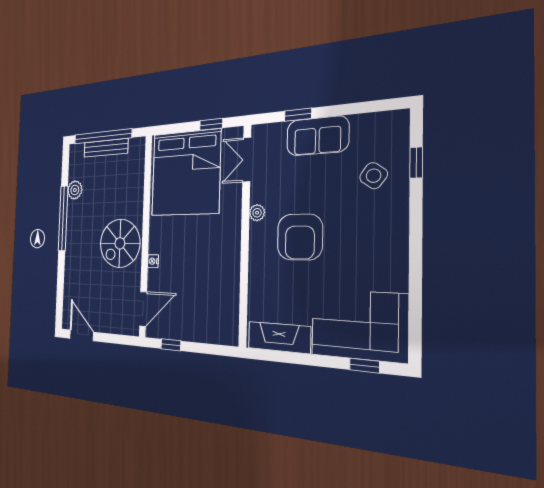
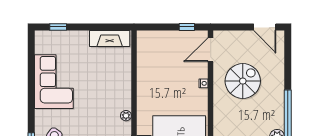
armchair: (300, 237) -> (98, 100), removed
spiral stairs: (120, 243) -> (243, 81), moved
corner sofa: (359, 325) -> (54, 82), moved, turned -90

